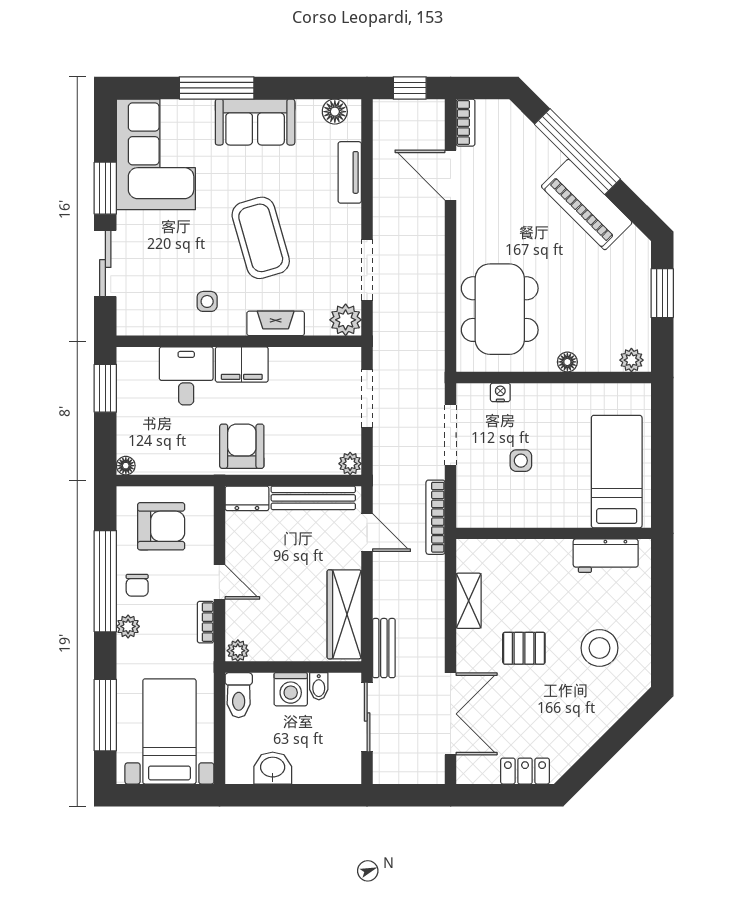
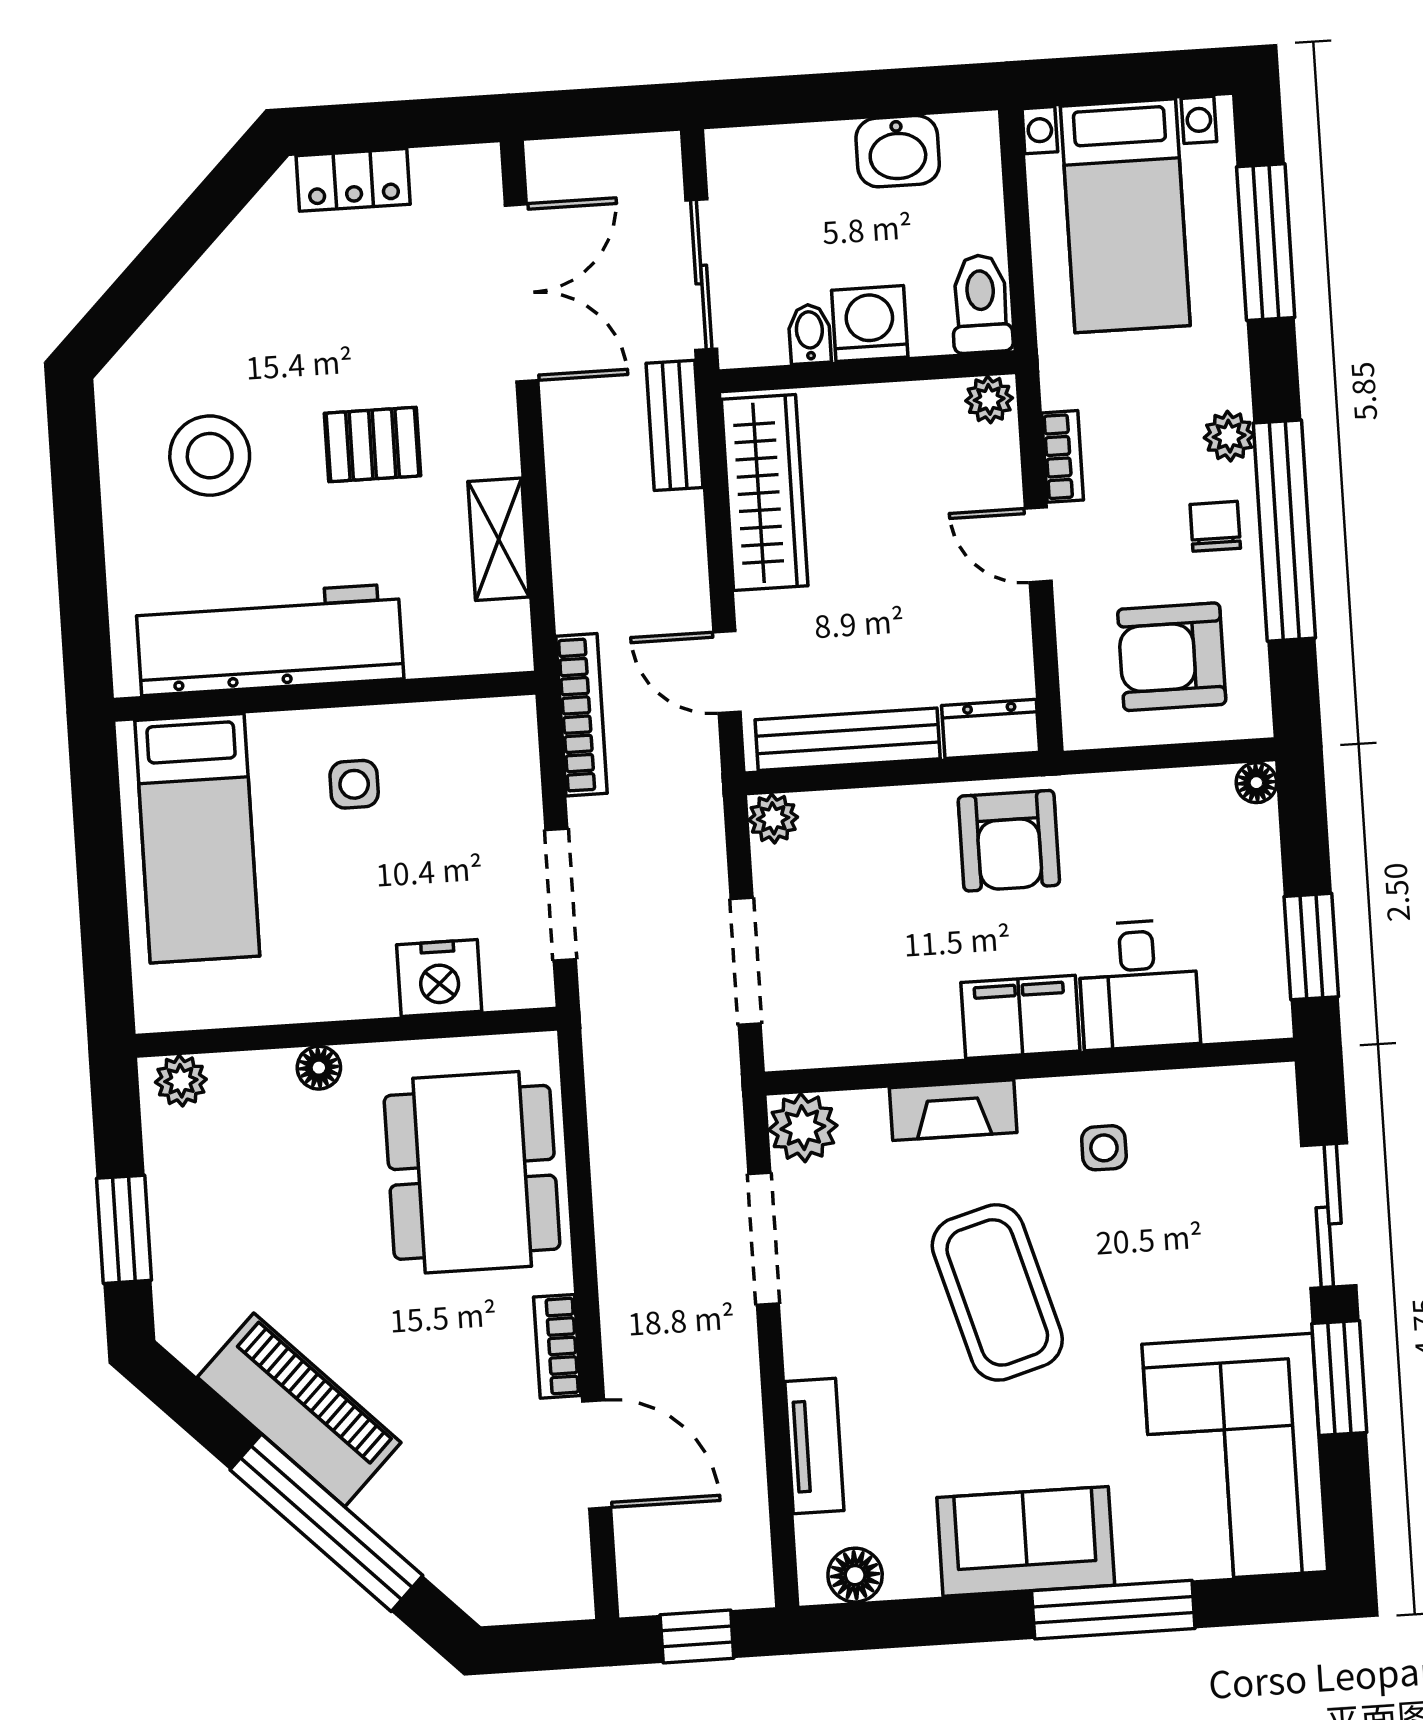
bookcase: (466, 123) -> (557, 1346), moved
nightstand: (500, 392) -> (439, 978), width x1.89, depth x1.79
side table: (521, 461) -> (354, 784), moved
workbench: (606, 556) -> (270, 640), width x1.88, depth x1.32
double door: (451, 714) -> (522, 293), swing flipped

